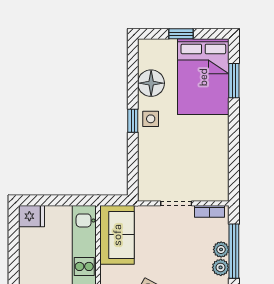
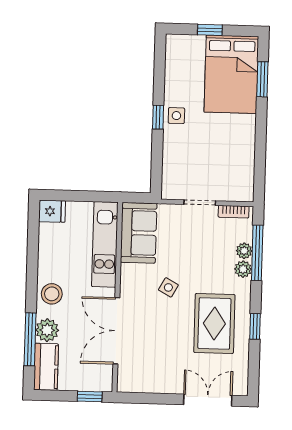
floor lamp: (151, 83) -> (178, 79), removed

